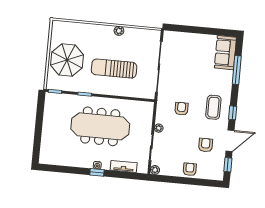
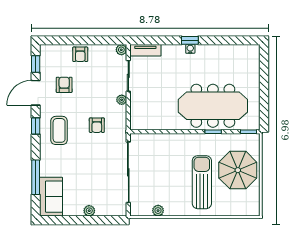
plant: (119, 31) -> (158, 211), moved
plant: (195, 38) -> (89, 211), added
sun lounger: (114, 69) -> (202, 182), moved, turned -90
meeting table: (100, 126) -> (213, 106), moved
armchair: (206, 145) -> (64, 85), turned 180
tv unit: (124, 166) -> (145, 50), moved

